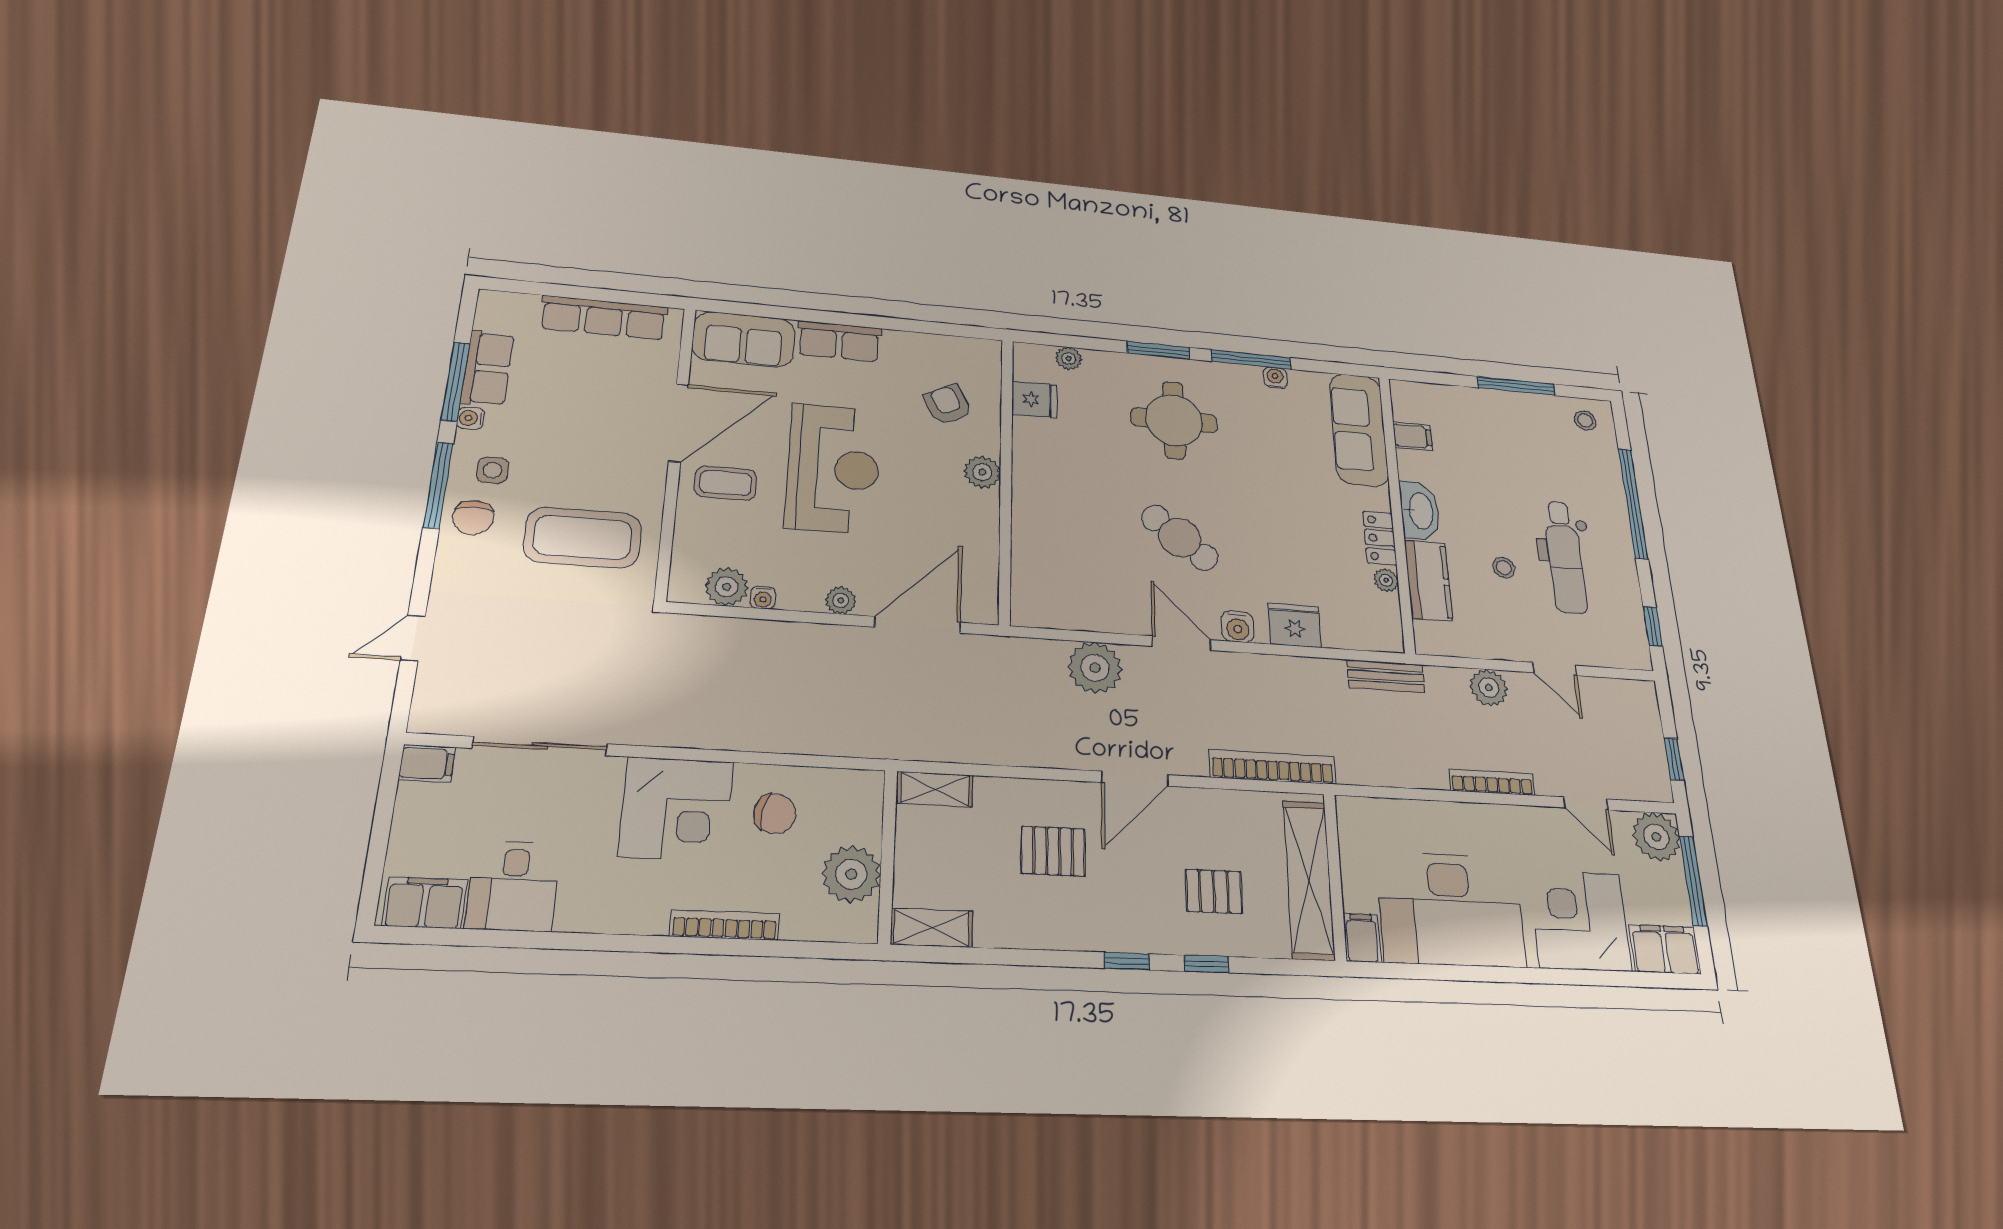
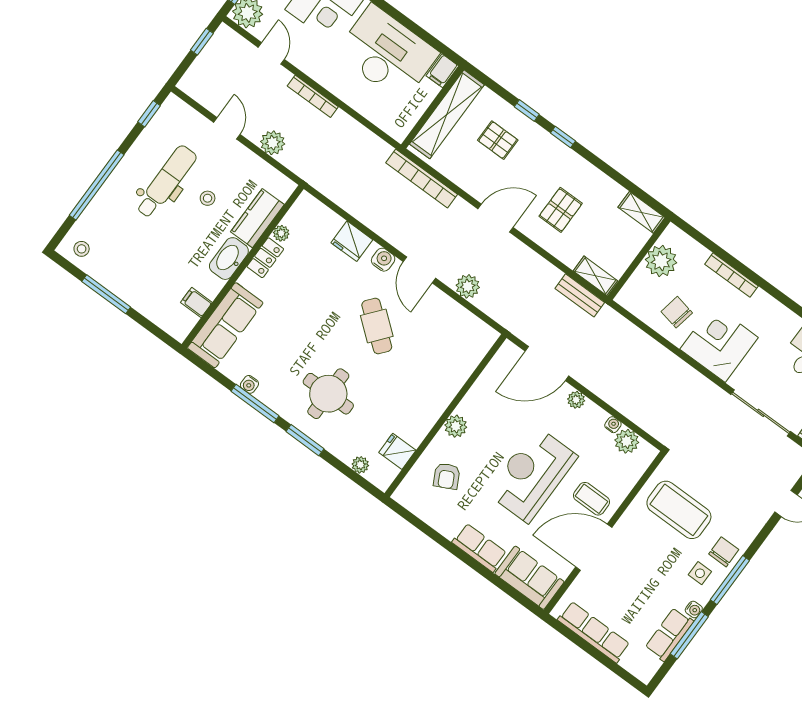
plant: (1095, 668) -> (468, 286), width x0.73, depth x0.73
bench: (1386, 676) -> (580, 295), moved
pallet: (1053, 851) -> (561, 210), turned 90

